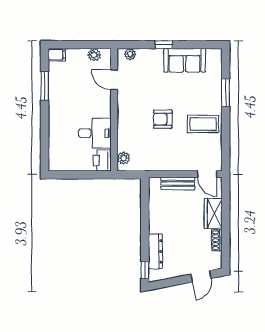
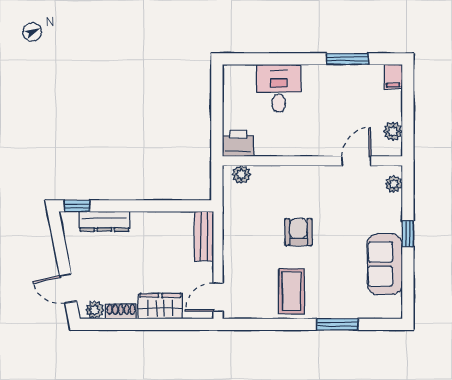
desk: (95, 133) -> (279, 88), moved, turned 180
bench: (178, 183) -> (204, 236), moved
plant: (216, 258) -> (95, 310), added

